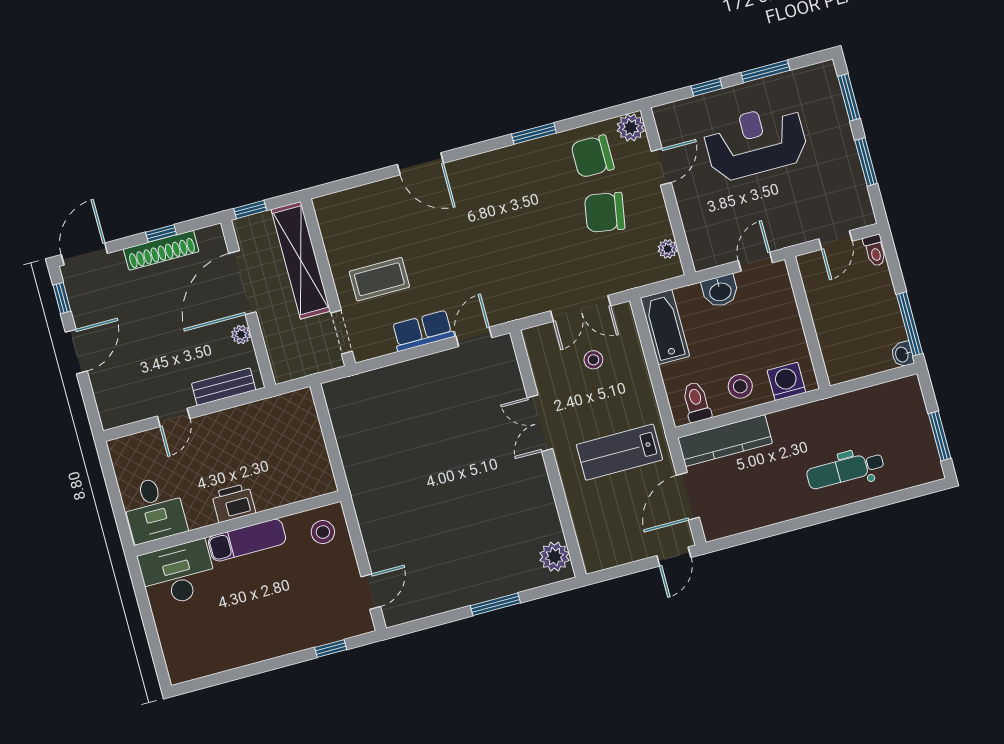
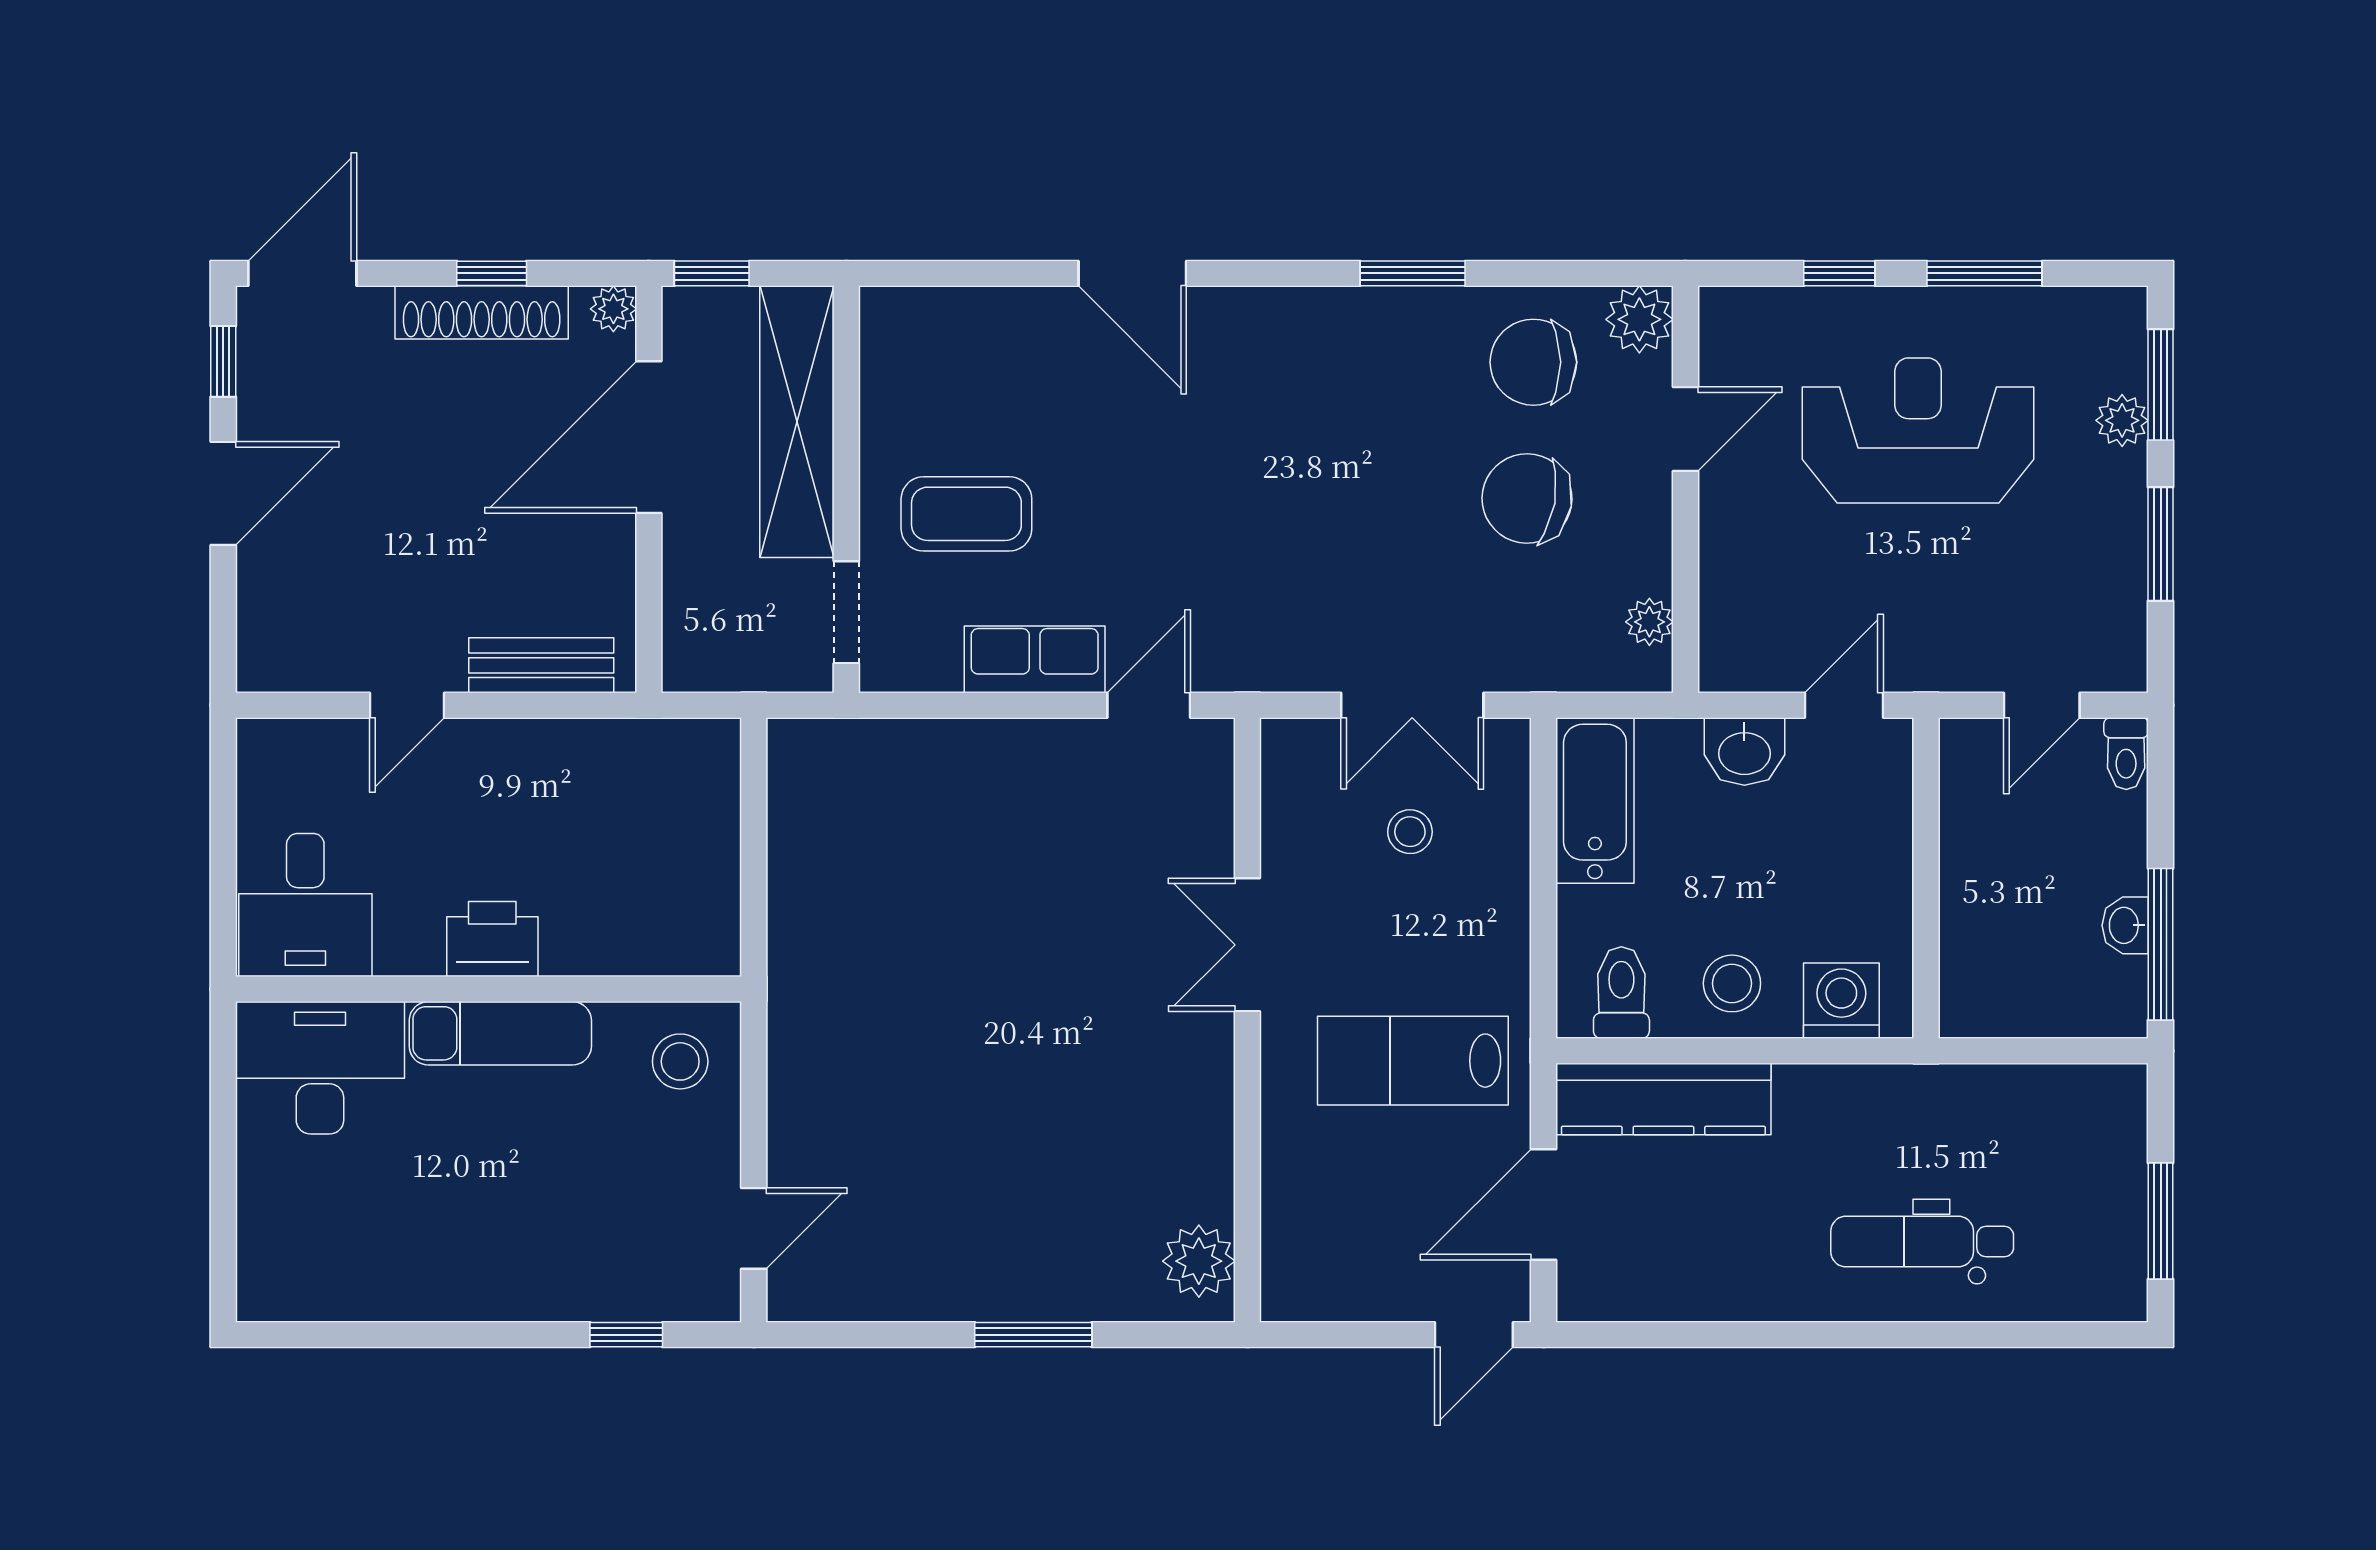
plant: (837, 116) -> (2122, 420), added
plant: (241, 334) -> (613, 309), moved
washbasin: (902, 354) -> (2125, 925), moved

